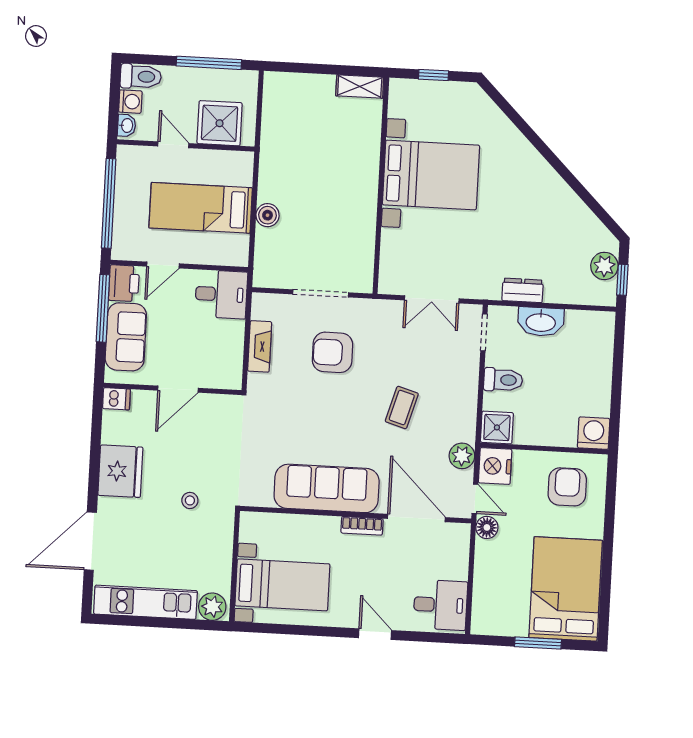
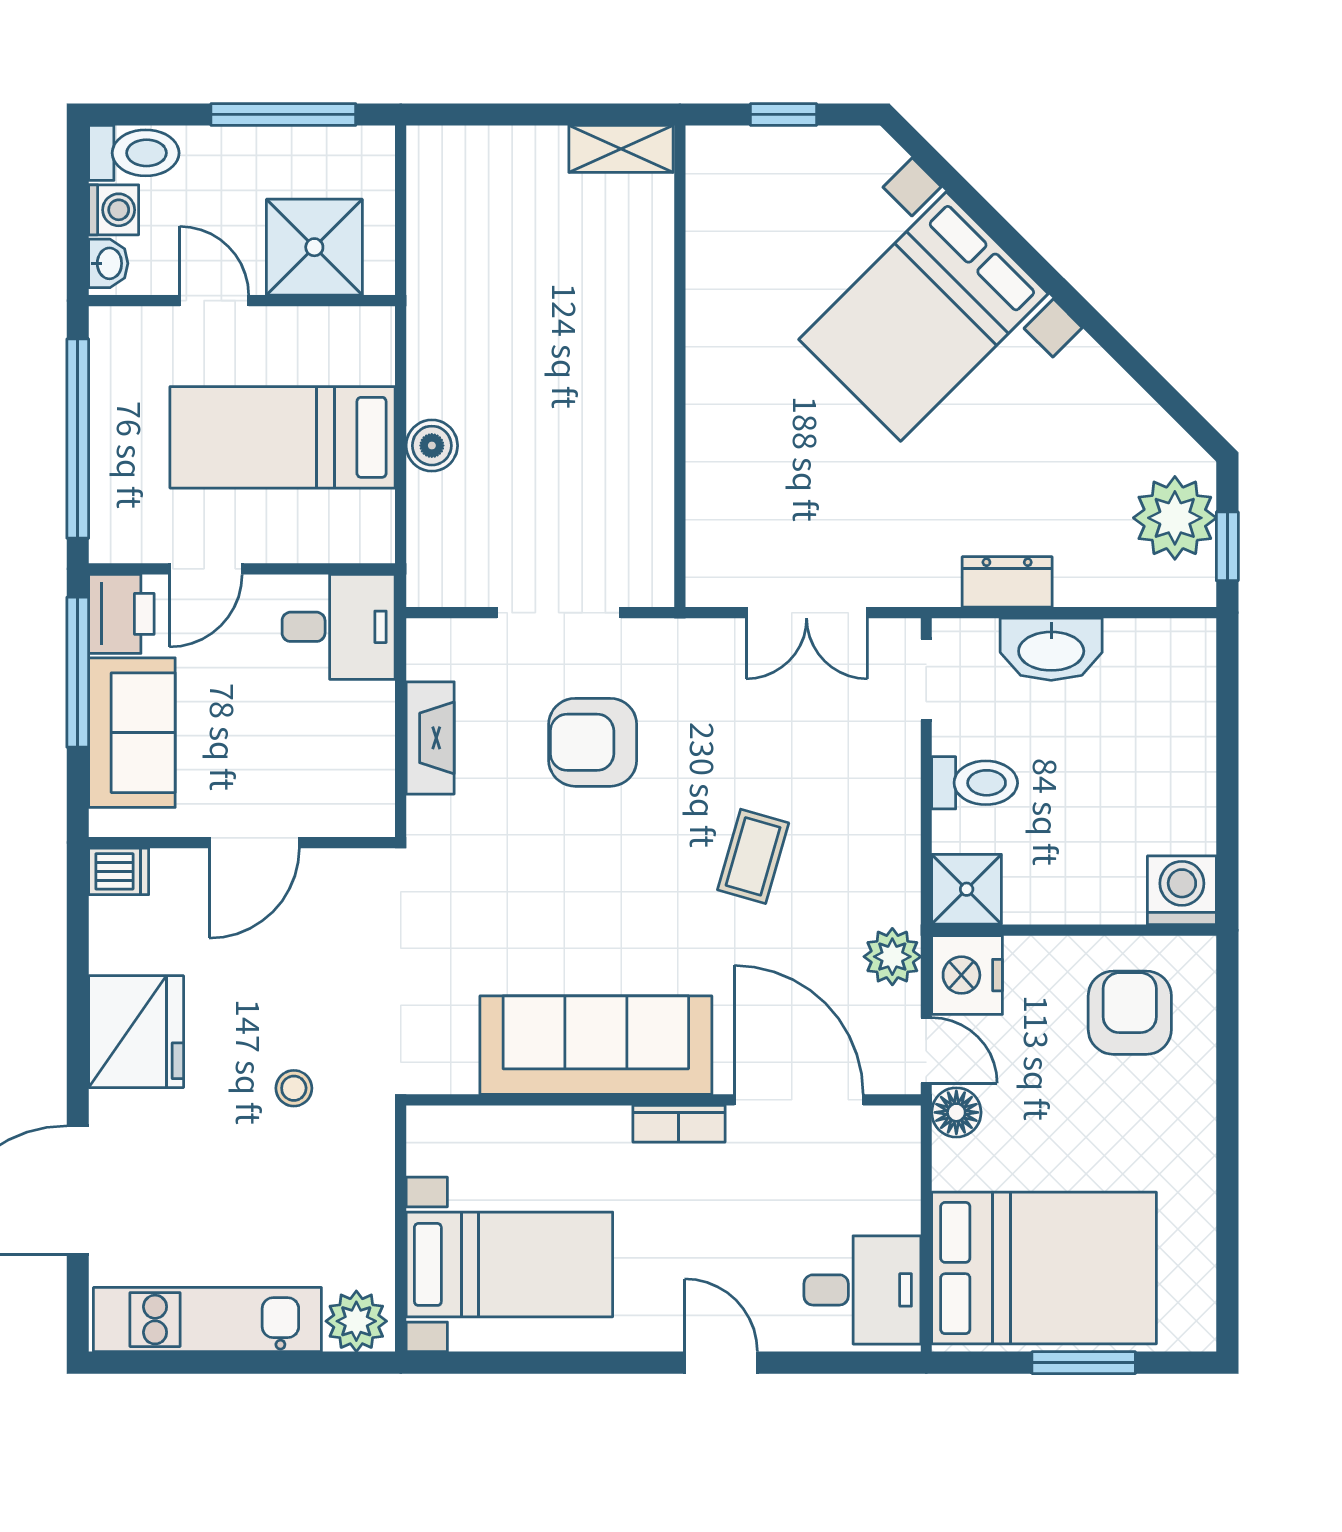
bed with nightstands: (431, 175) -> (924, 317), moved, turned 135
plant: (604, 266) -> (1175, 518), width x1.36, depth x1.36
bed: (566, 589) -> (1044, 1268), moved, turned 90

